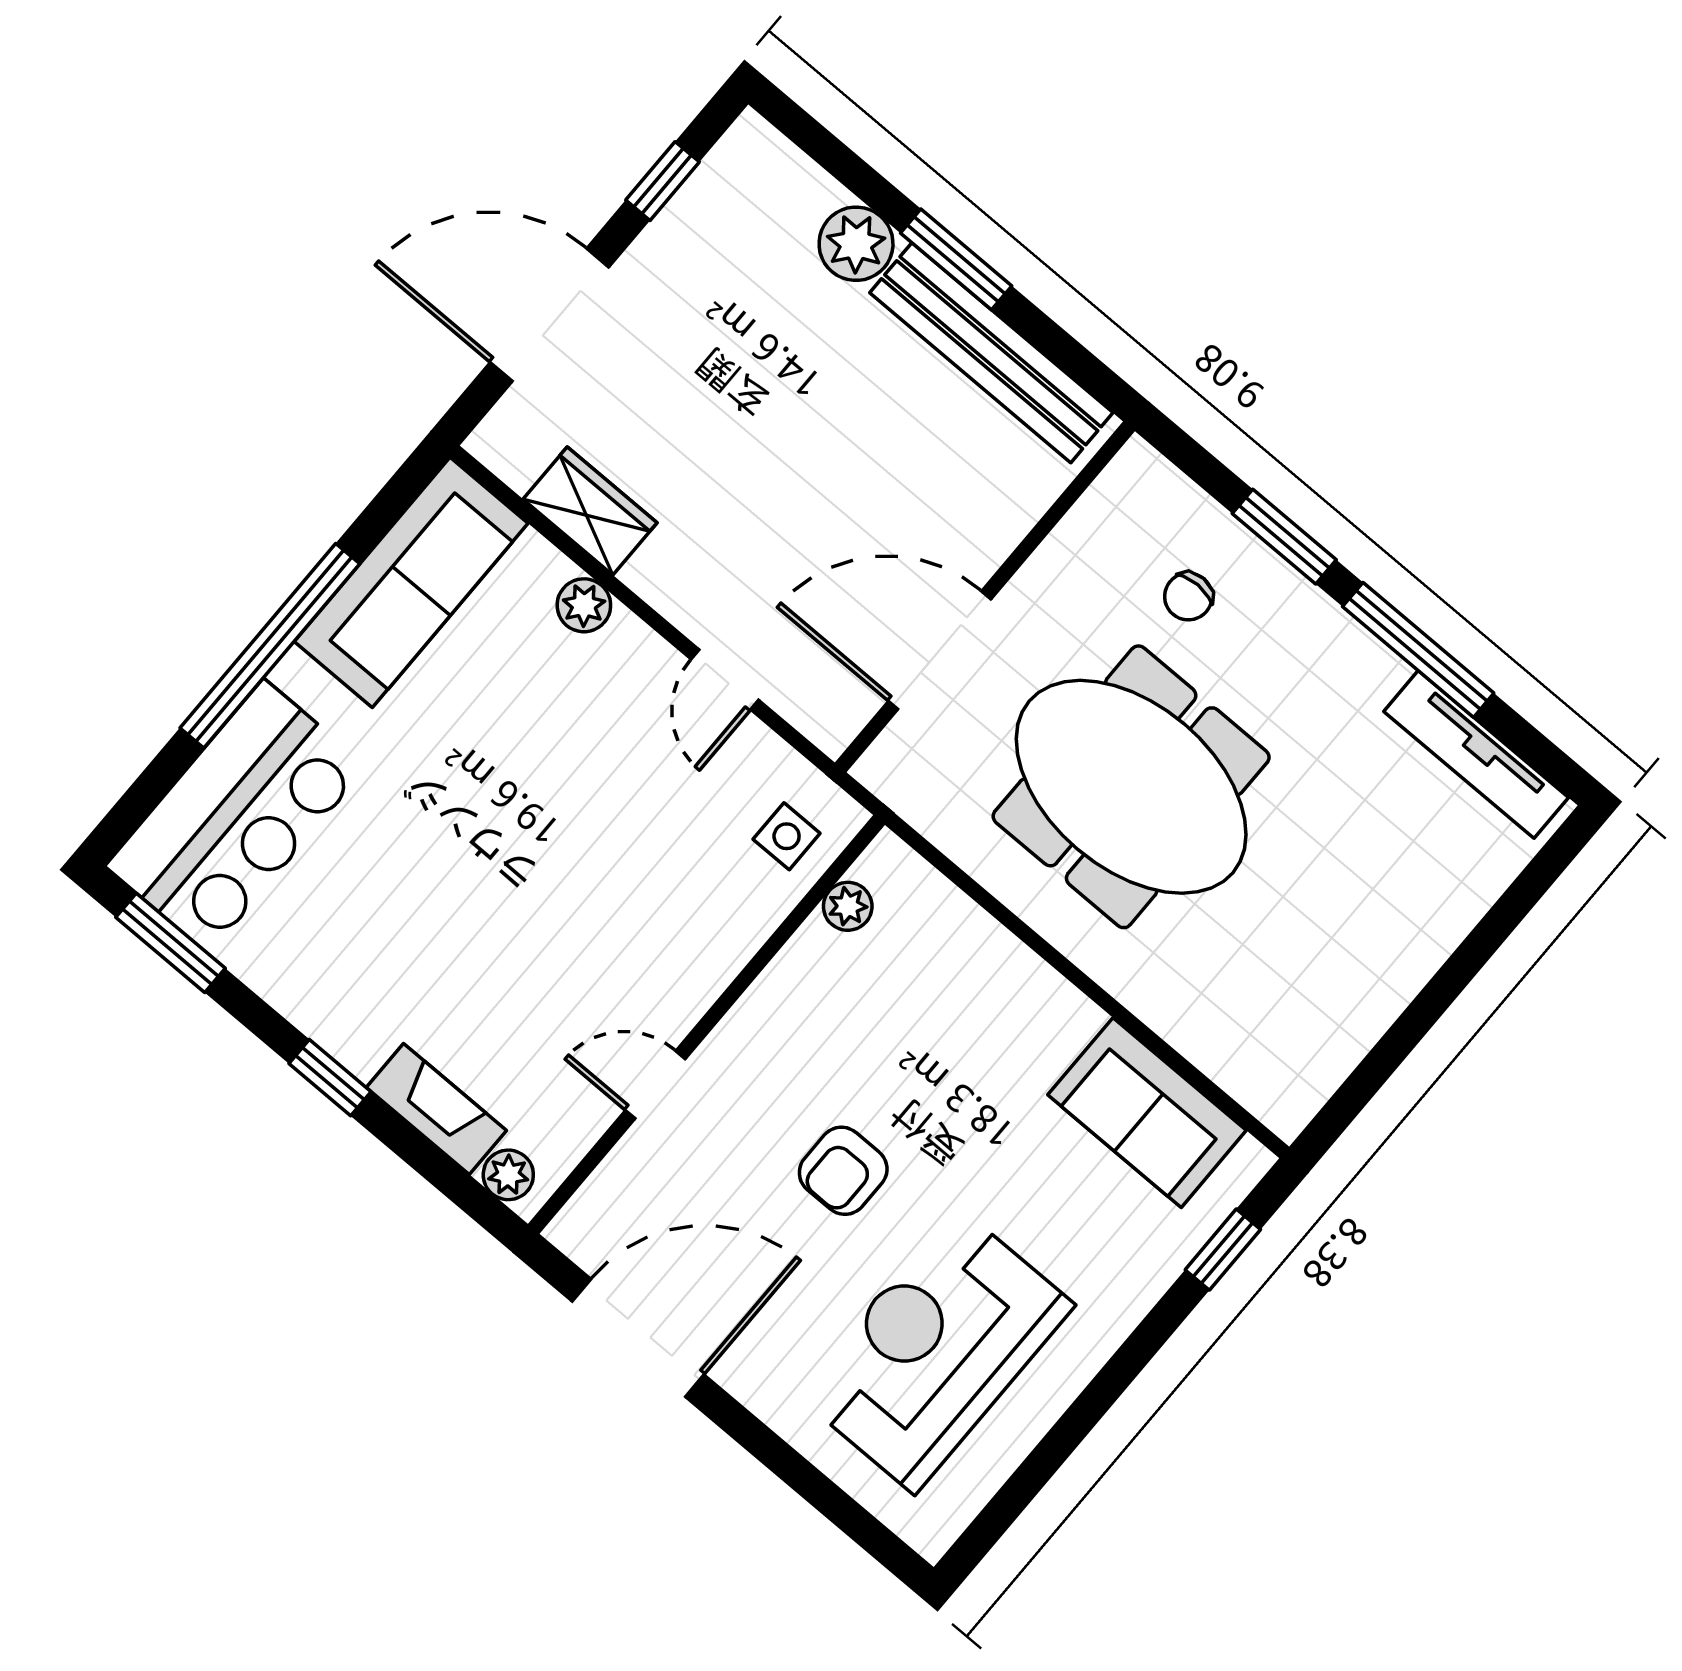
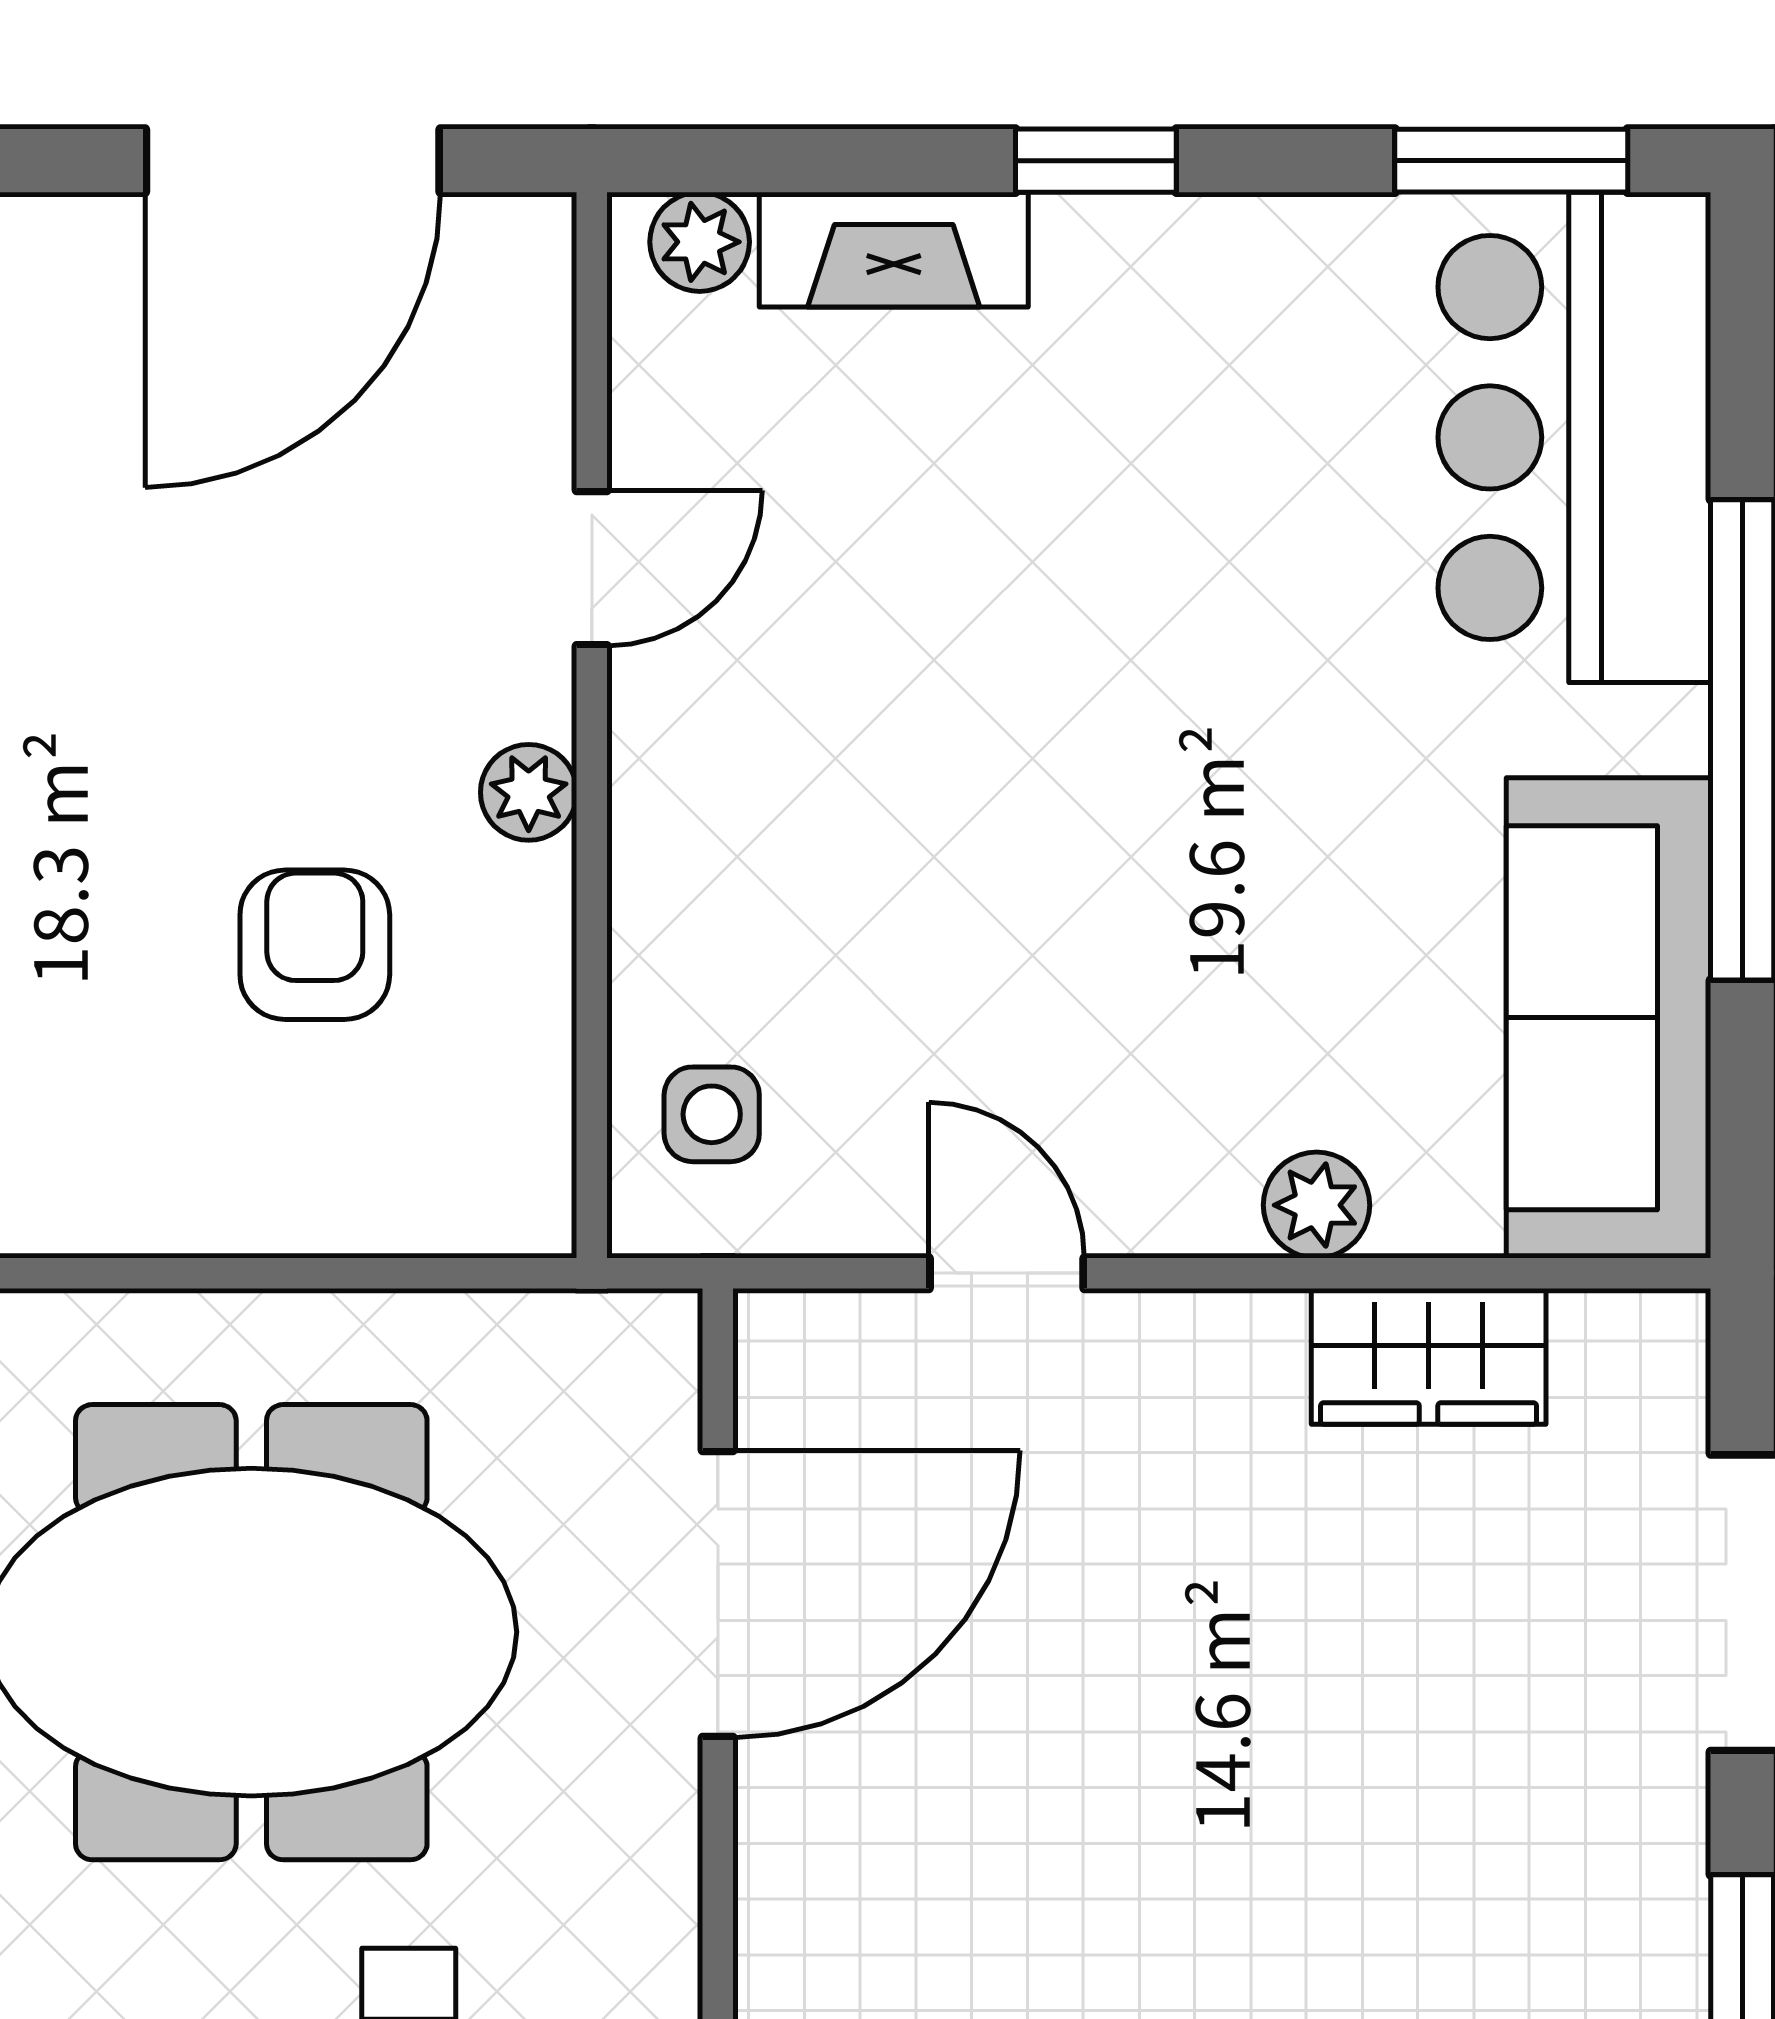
plant: (848, 906) -> (529, 792), moved
armchair: (843, 1171) -> (315, 945), moved

